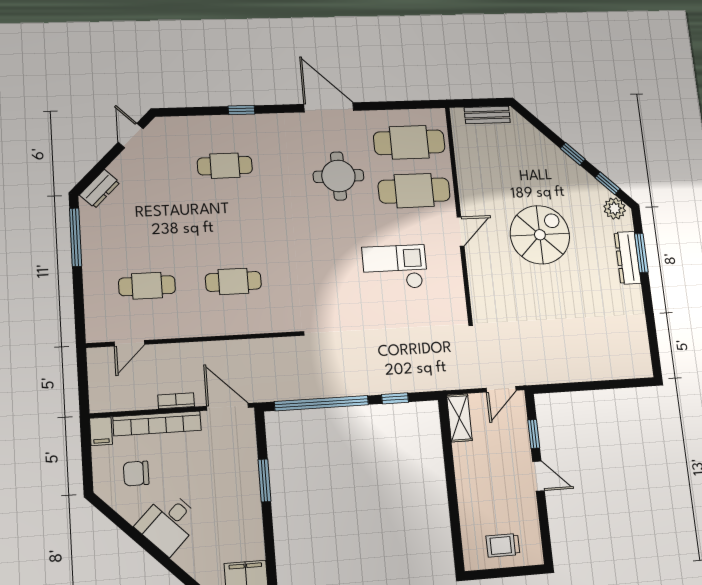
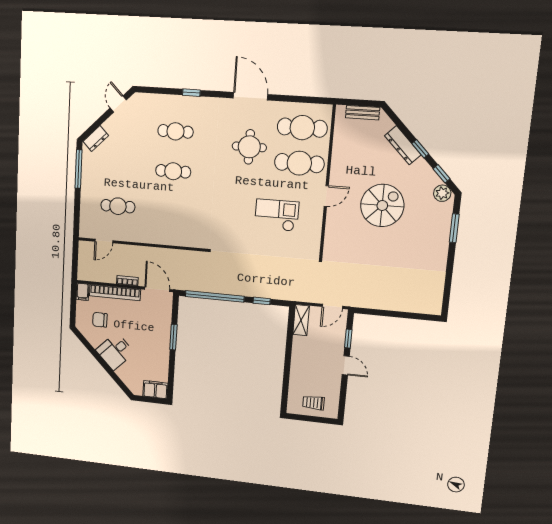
dresser: (628, 258) -> (403, 145), moved, turned -45
cafe table: (233, 281) -> (173, 171), moved

